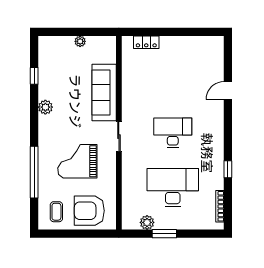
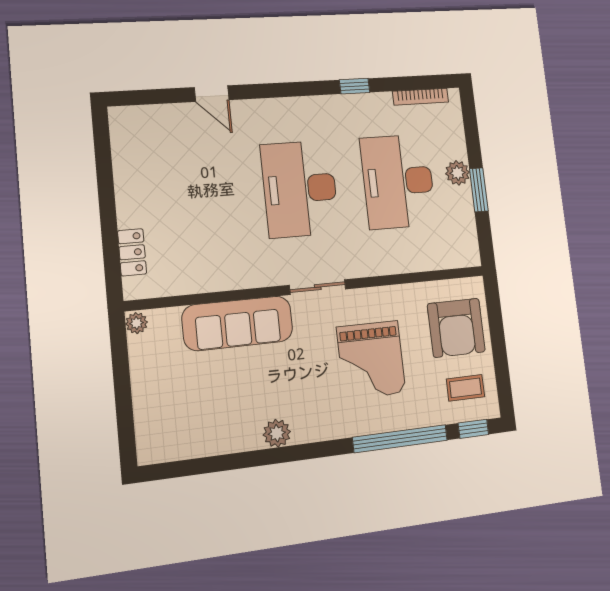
plant: (80, 41) -> (137, 323), moved
window: (34, 76) -> (473, 429), moved
desk: (173, 133) -> (300, 189), width x1.36, depth x1.30
plant: (147, 222) -> (458, 173), moved

